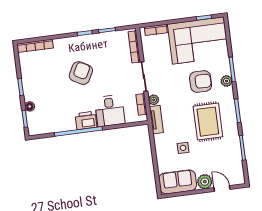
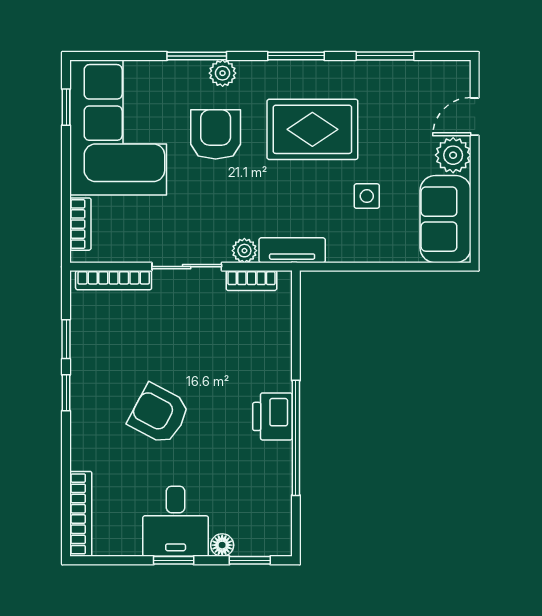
desk: (110, 111) -> (176, 521), moved, turned 90

